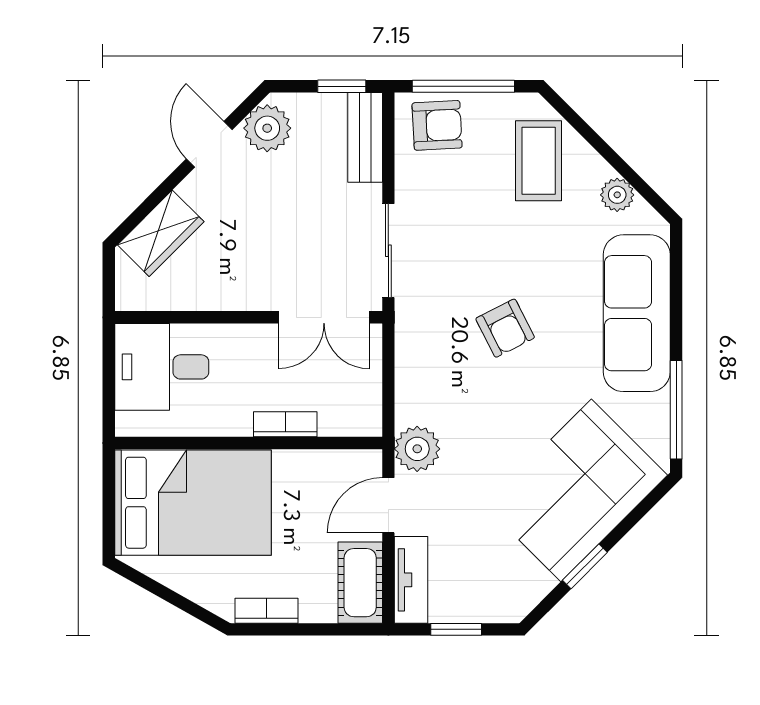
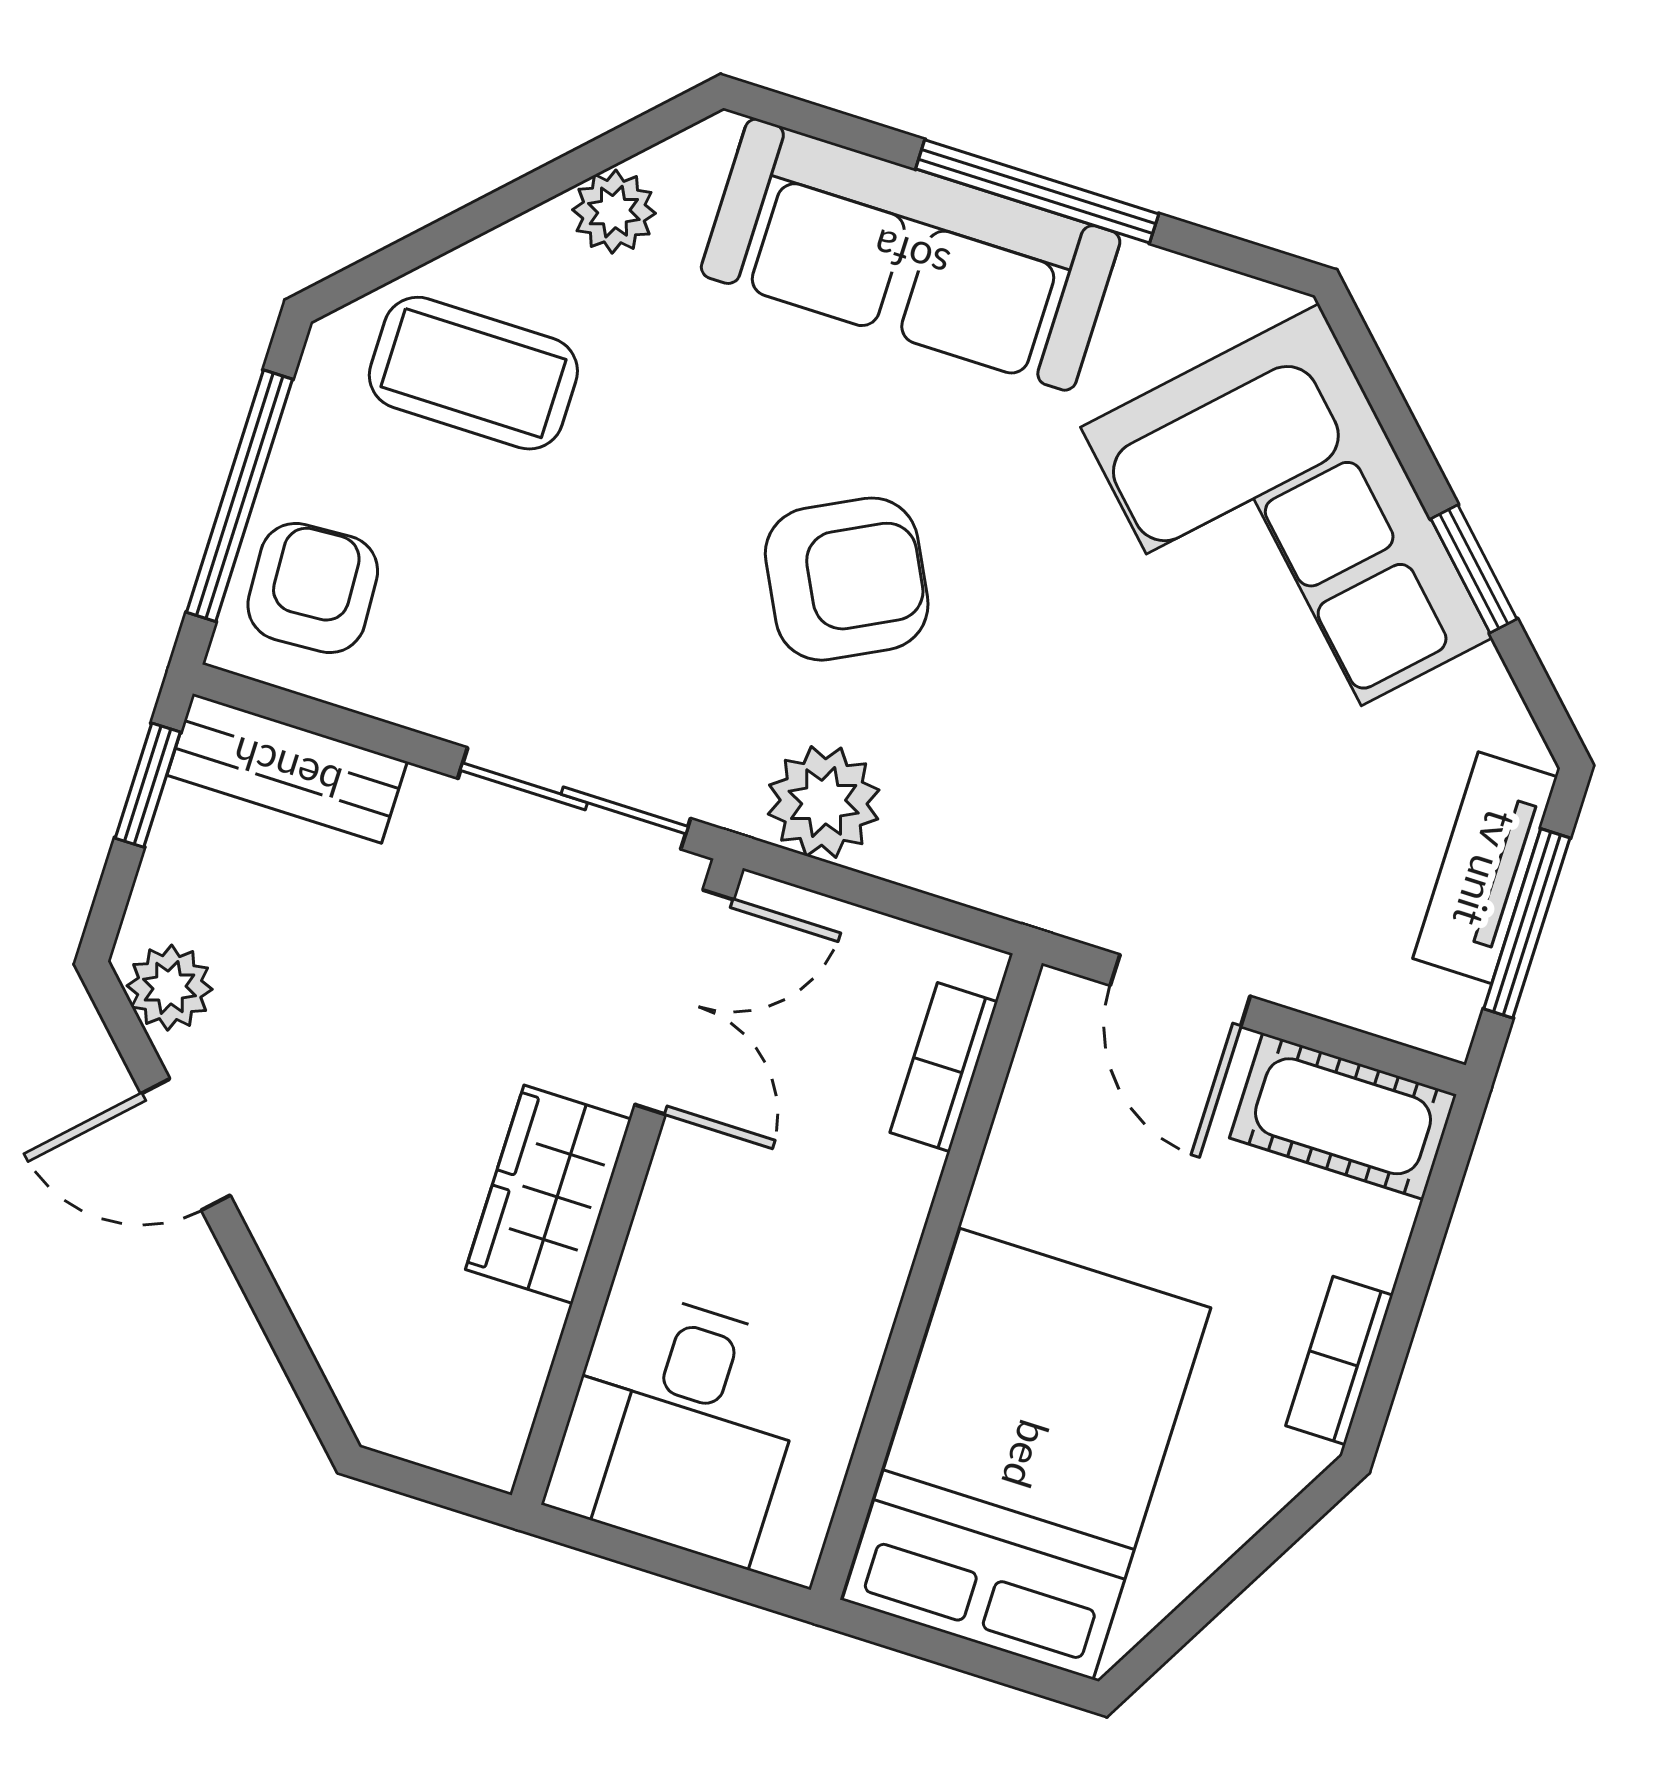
plant: (267, 128) -> (170, 988), width x0.73, depth x0.73
wardrobe: (161, 233) -> (548, 1194), moved, turned -135
armchair: (505, 328) -> (847, 579), width x1.38, depth x1.38
window: (676, 410) -> (1037, 191), moved
bookcase: (285, 424) -> (944, 1067), moved
plant: (417, 449) -> (824, 802), moved
tv unit: (411, 580) -> (1485, 868), moved, turned -90
window: (456, 629) -> (1527, 923), width x1.50

